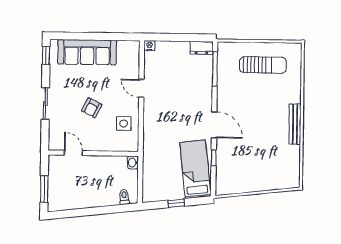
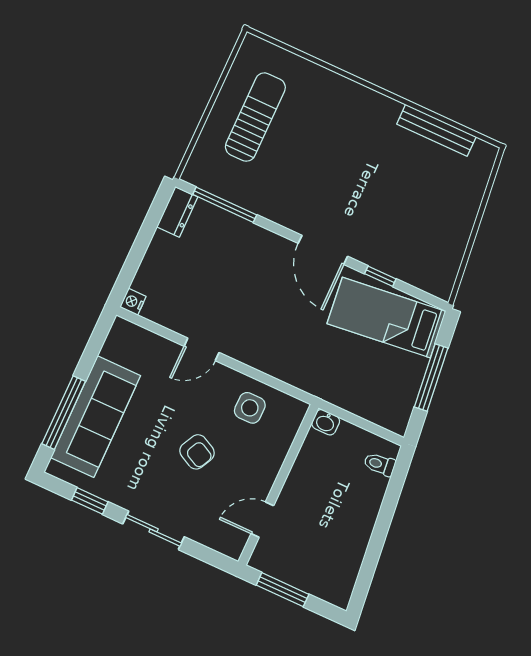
window: (82, 36) -> (64, 413), added
window: (46, 55) -> (90, 501), moved
bench: (295, 124) -> (436, 130), moved
door: (214, 125) -> (323, 250), swing flipped
window: (44, 189) -> (283, 590), moved
window: (176, 203) -> (431, 378), width x2.17

